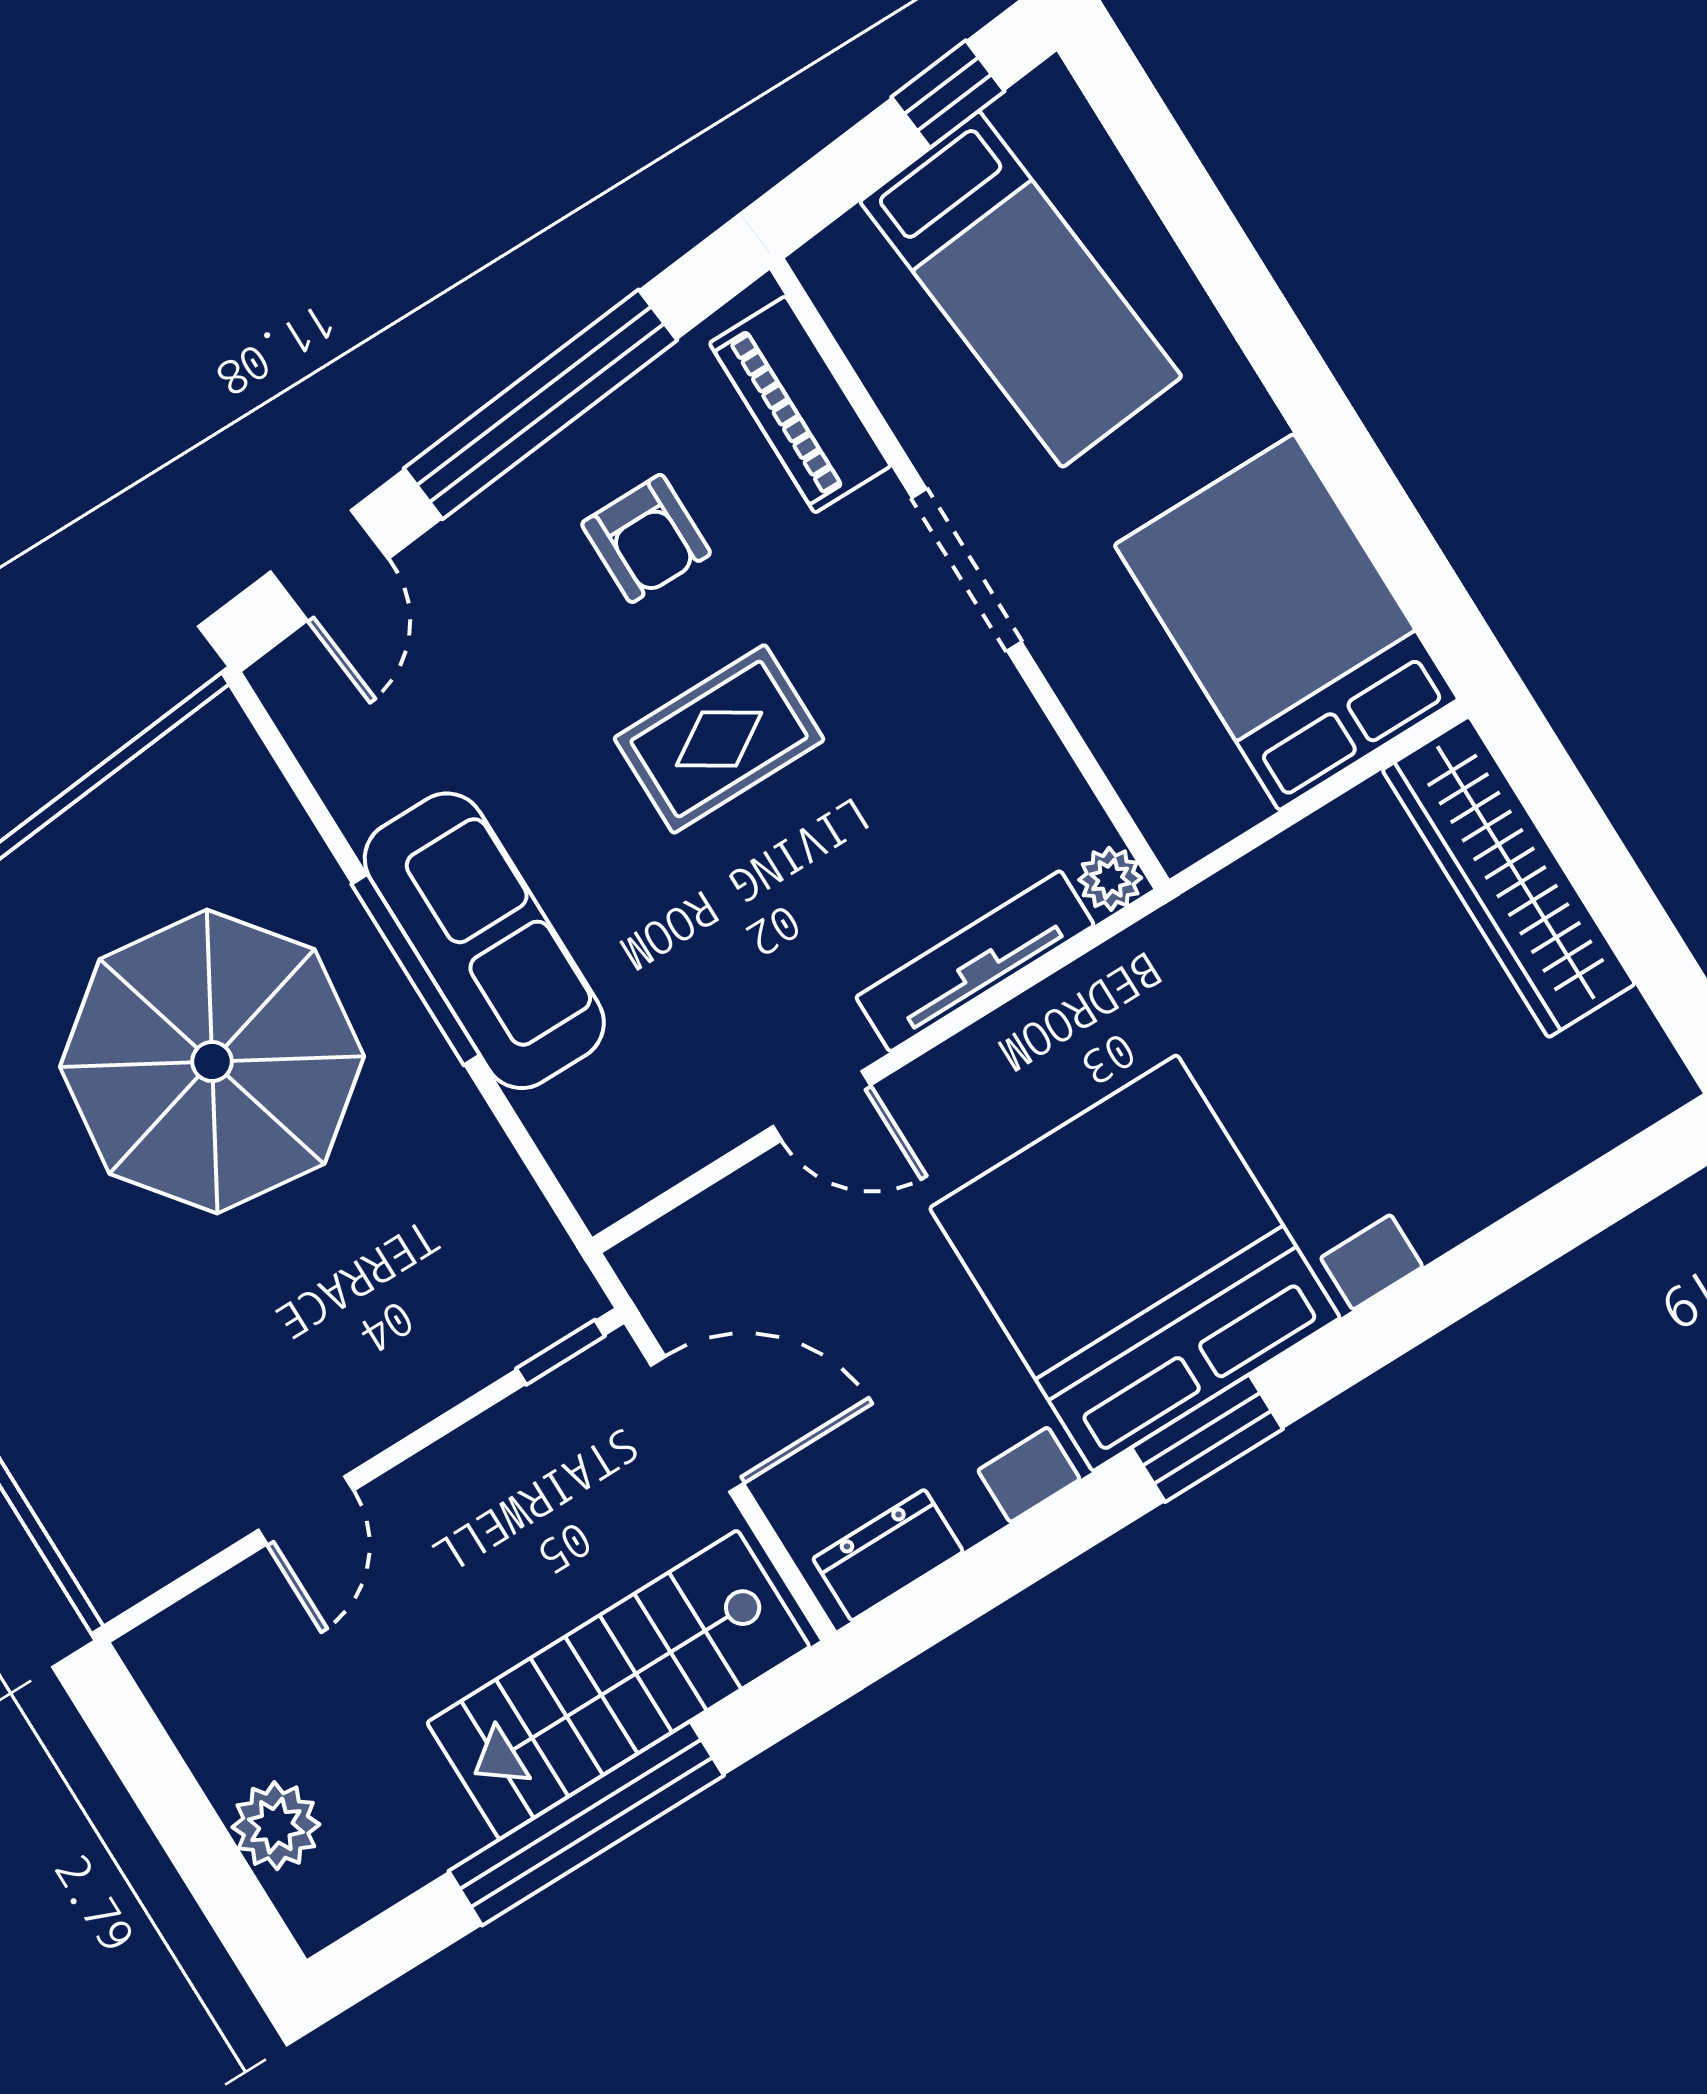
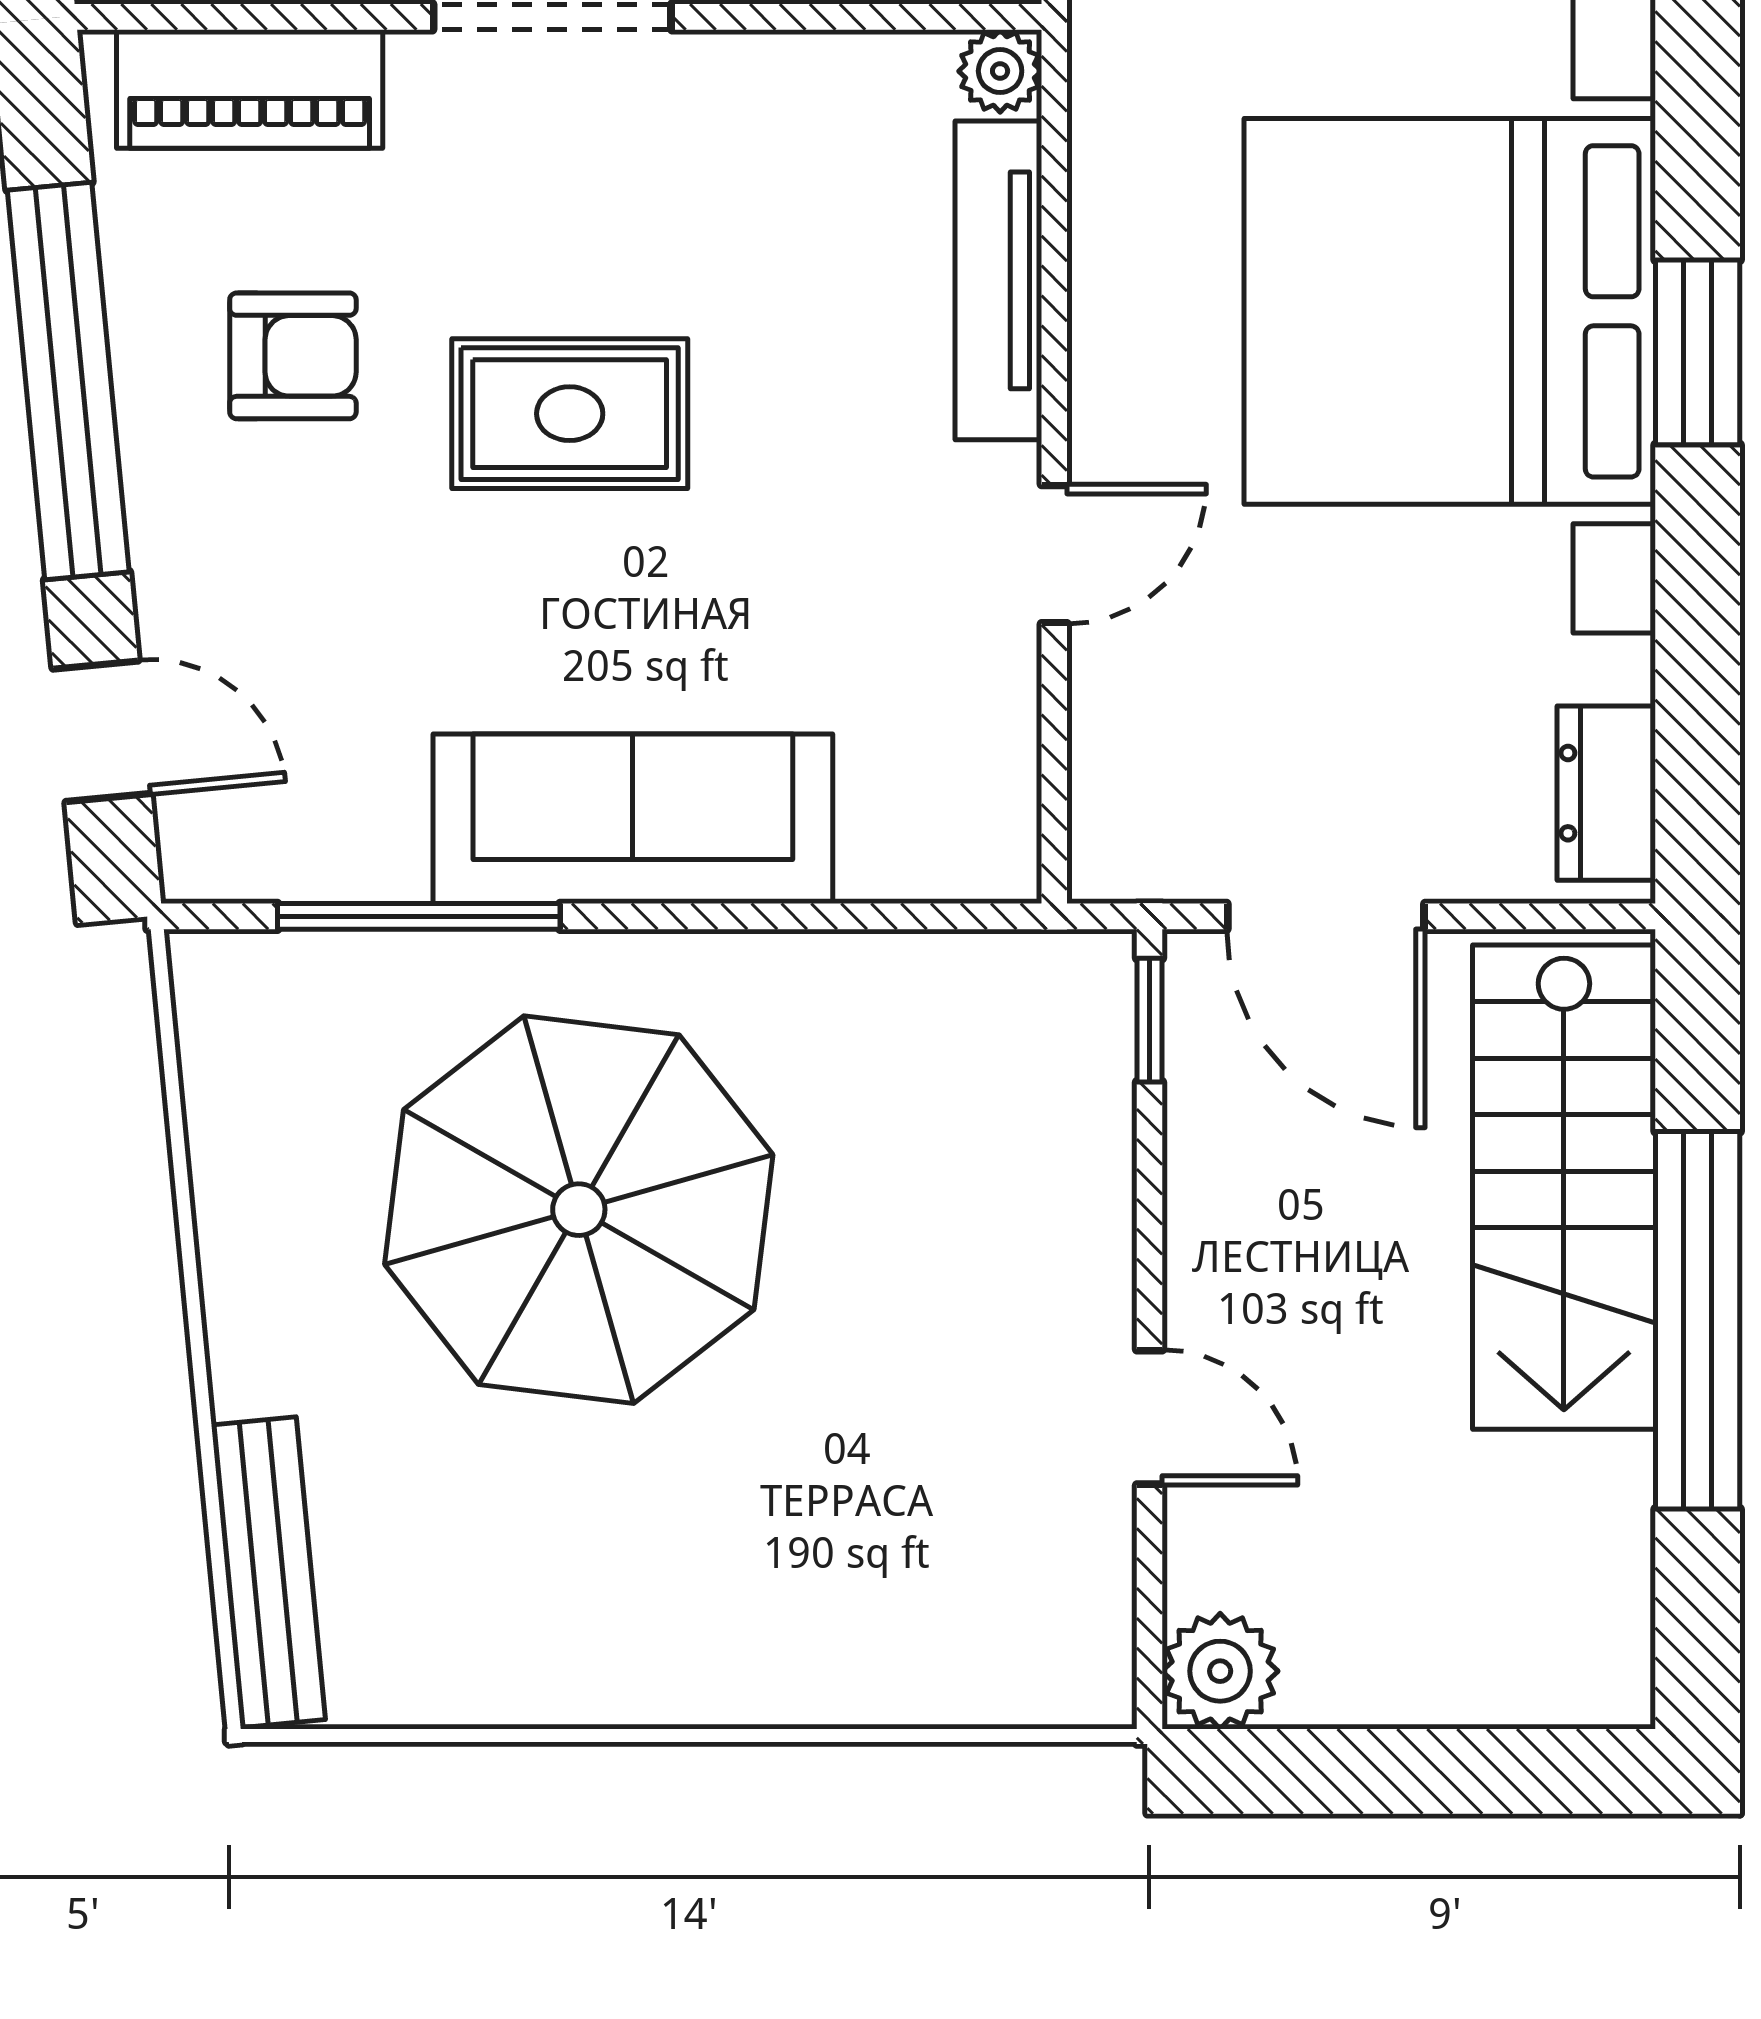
rug: (719, 739) -> (570, 414), turned 90
window: (416, 970) -> (419, 916), moved
door: (697, 1424) -> (1326, 916), swing flipped
plant: (276, 1826) -> (1220, 1671), moved

